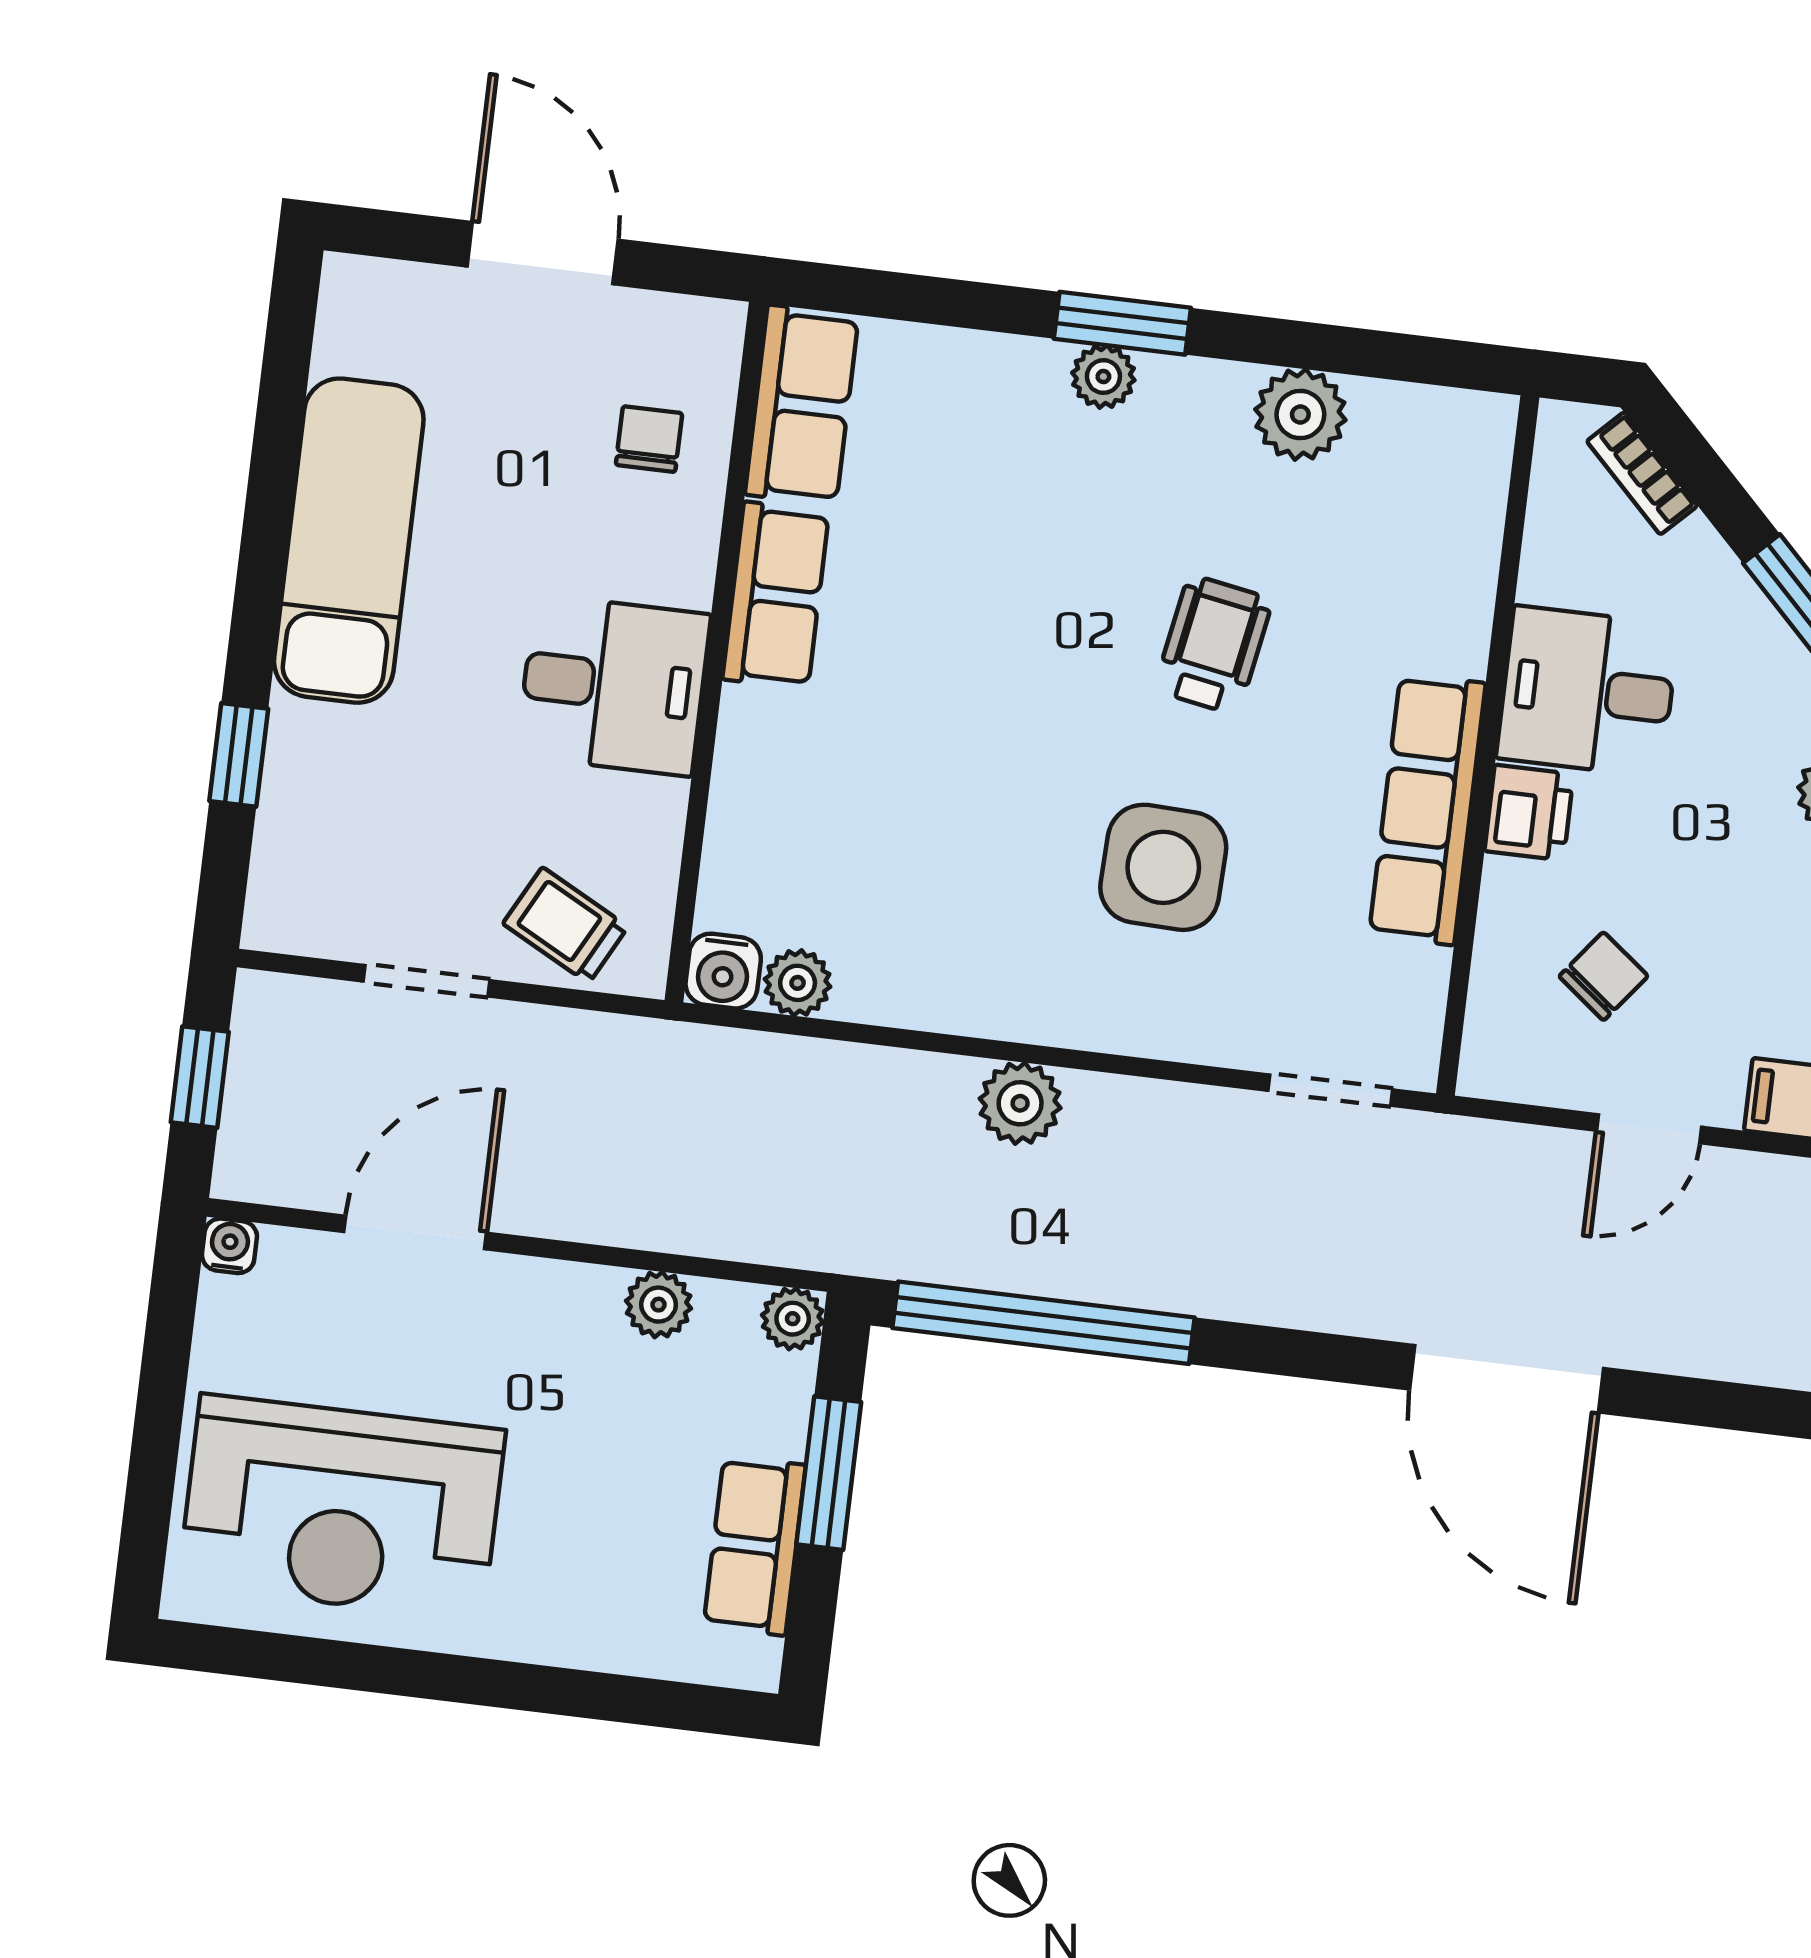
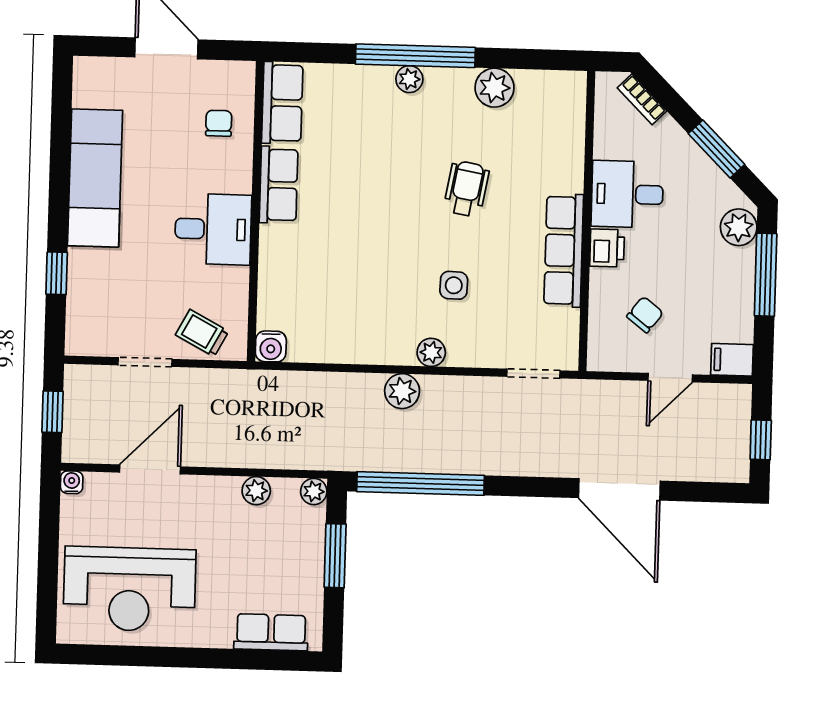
window: (1122, 323) -> (415, 56), width x2.11
side table: (1163, 867) -> (454, 285), width x0.54, depth x0.54
plant: (798, 983) -> (431, 352), moved
row of seats: (755, 1546) -> (271, 632), moved, turned 90

